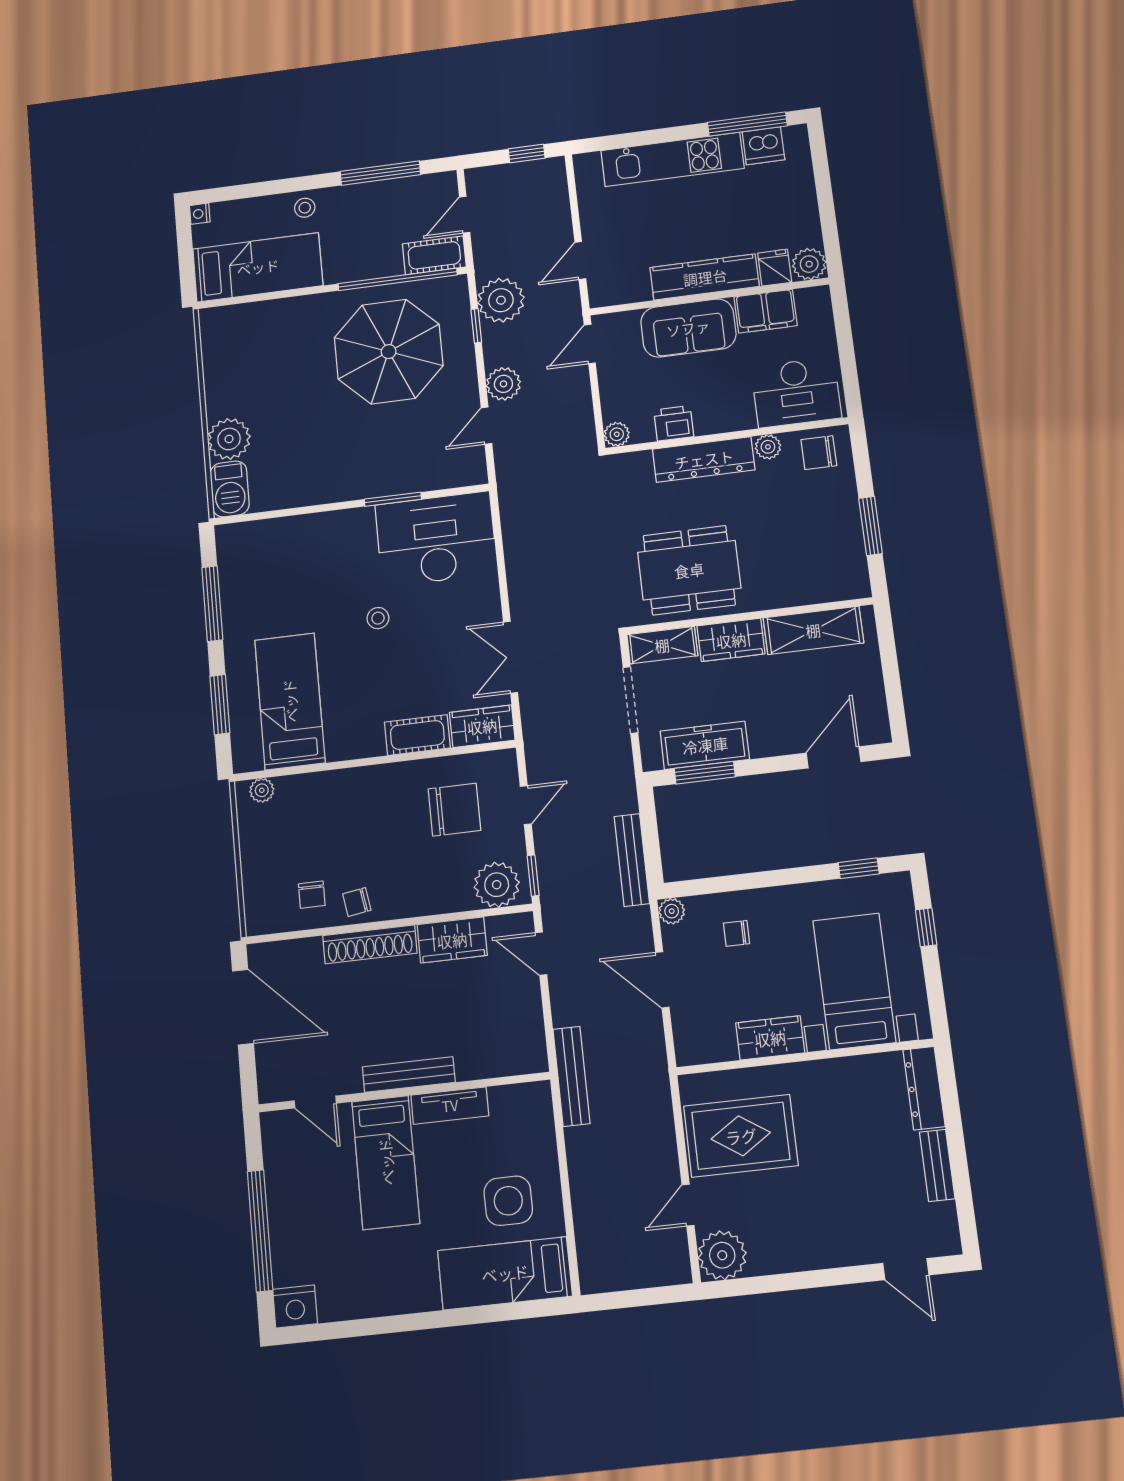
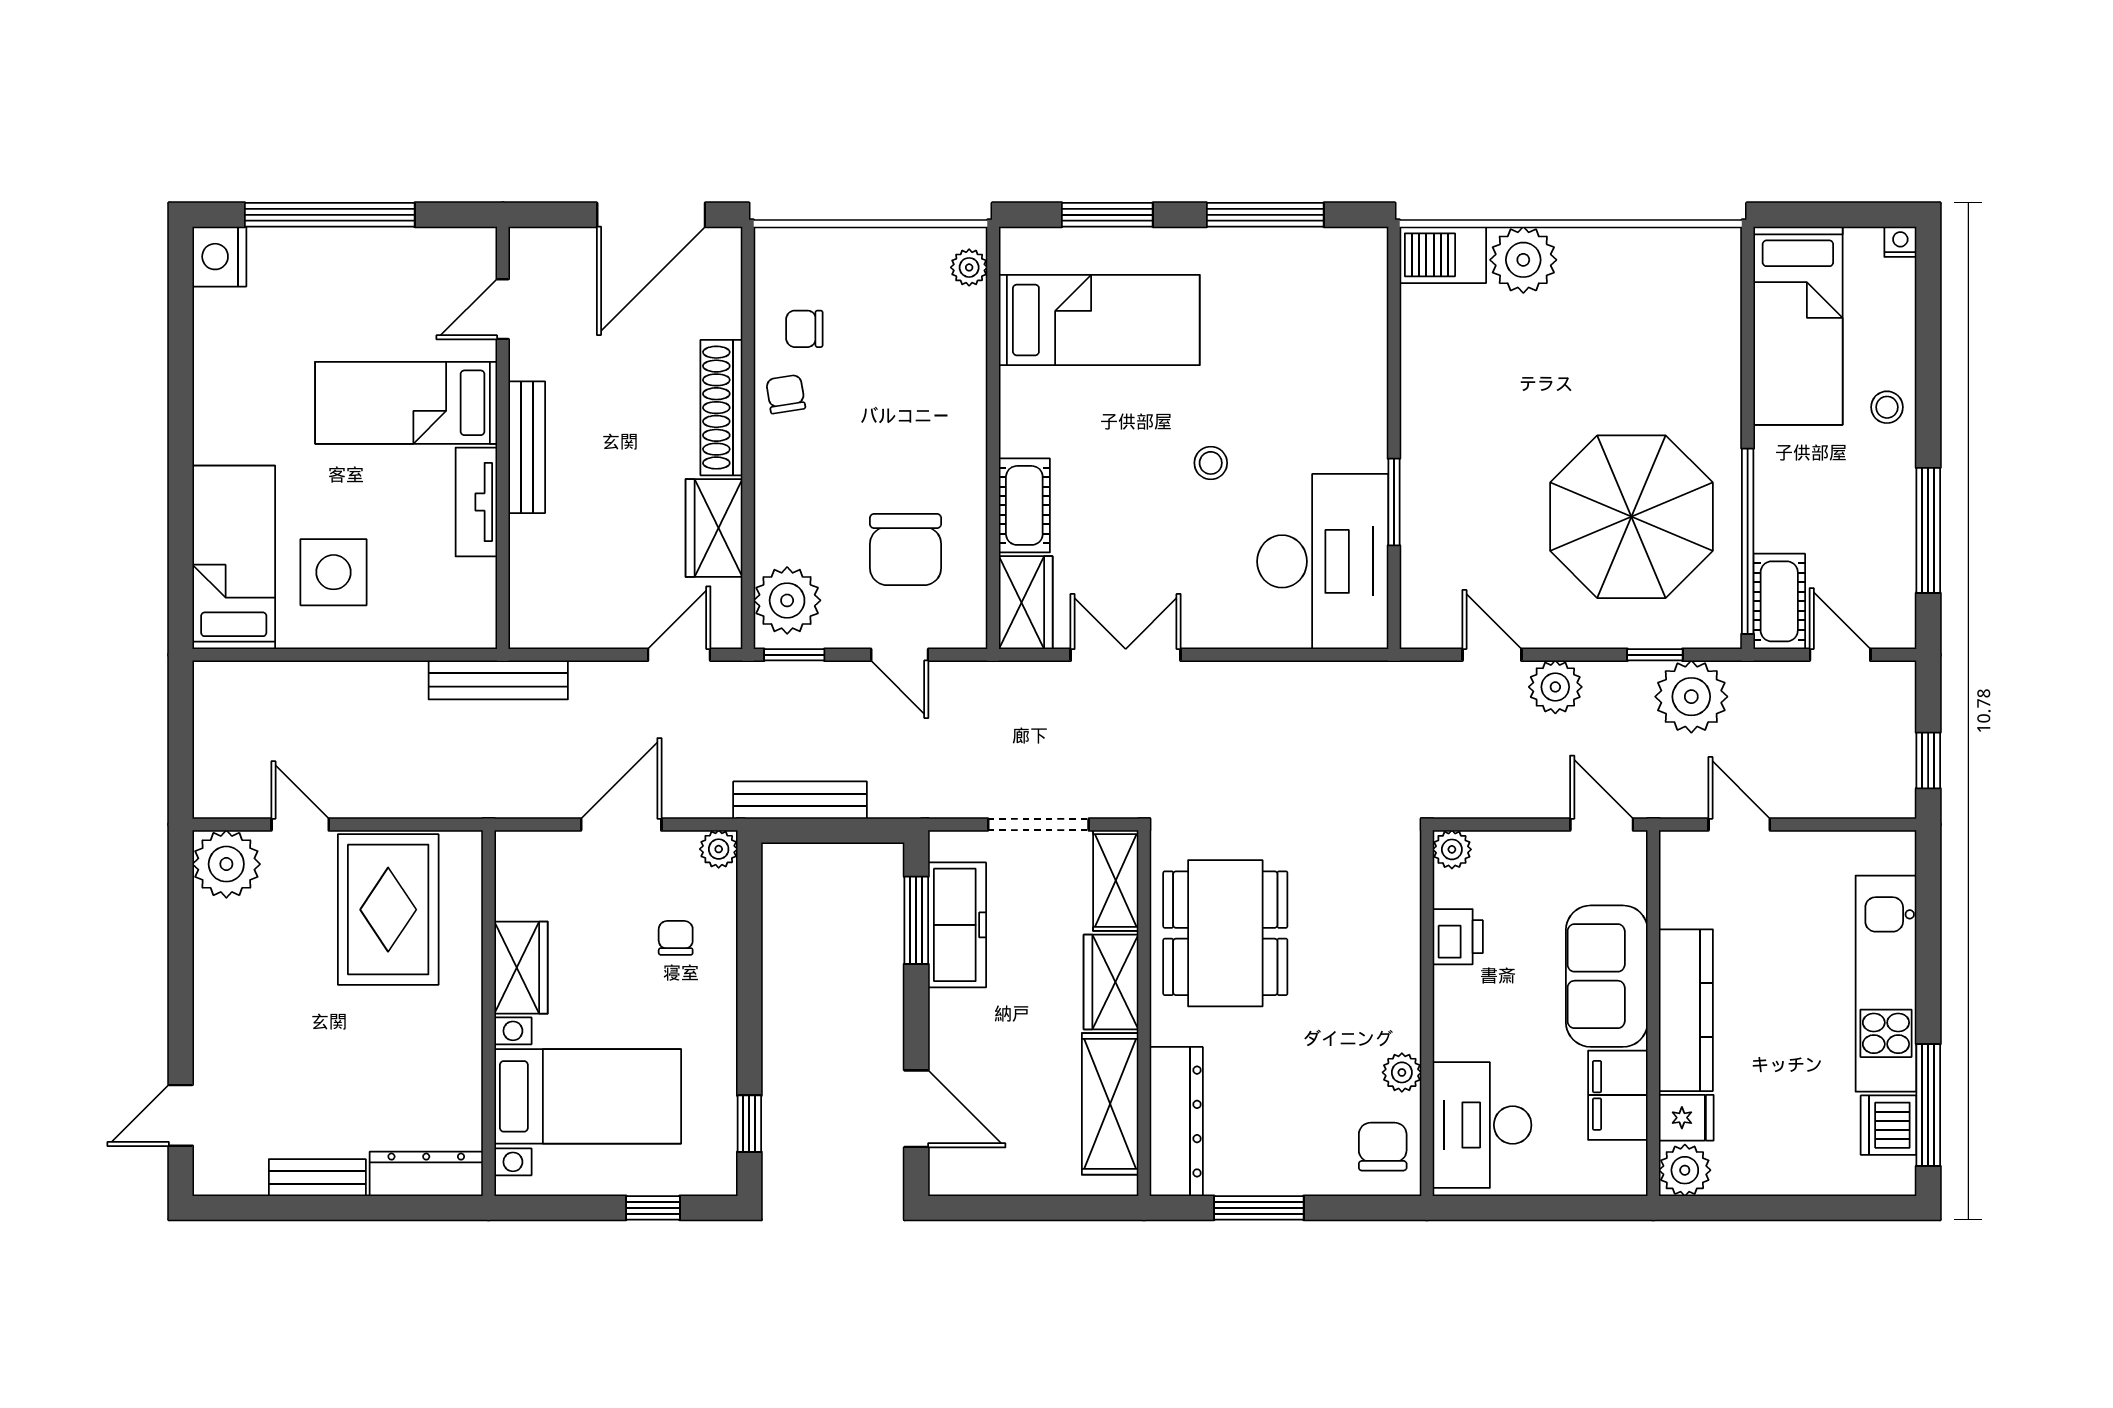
dresser: (704, 459) -> (1176, 1122), moved, turned 180

